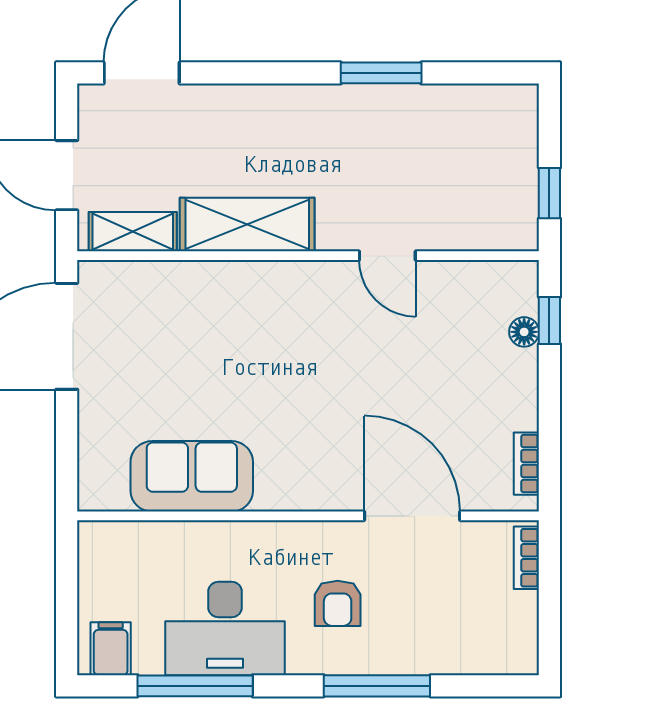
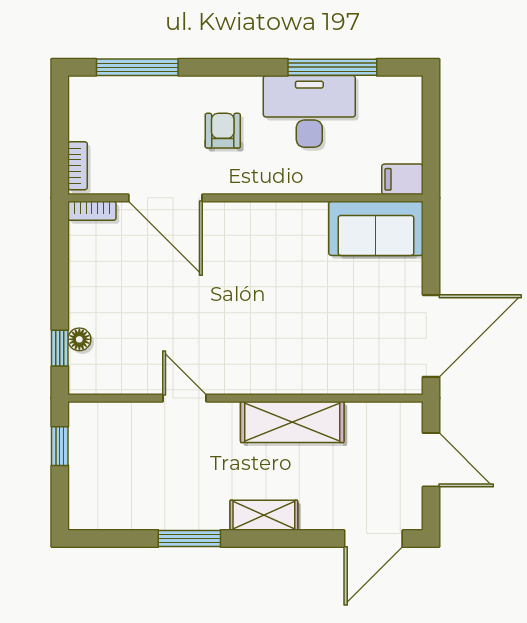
shelving: (133, 232) -> (264, 515), moved
bookcase: (526, 464) -> (92, 211), moved, turned 90
sofa: (192, 476) -> (376, 228), moved
filing cabinet: (111, 649) -> (402, 179), moved, turned 90
window: (377, 686) -> (137, 67), moved

